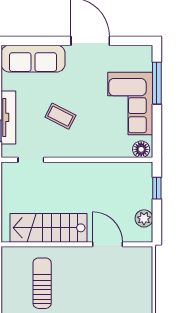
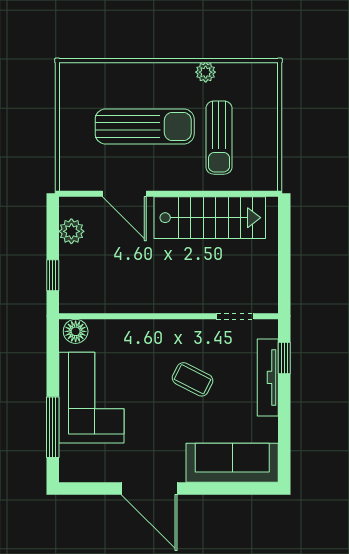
sun lounger: (93, 291) -> (145, 126), added

